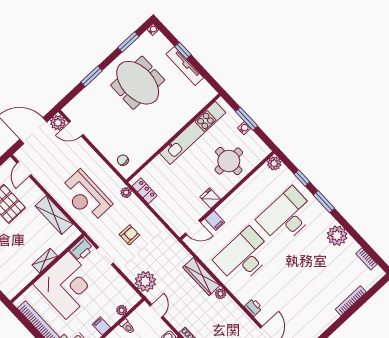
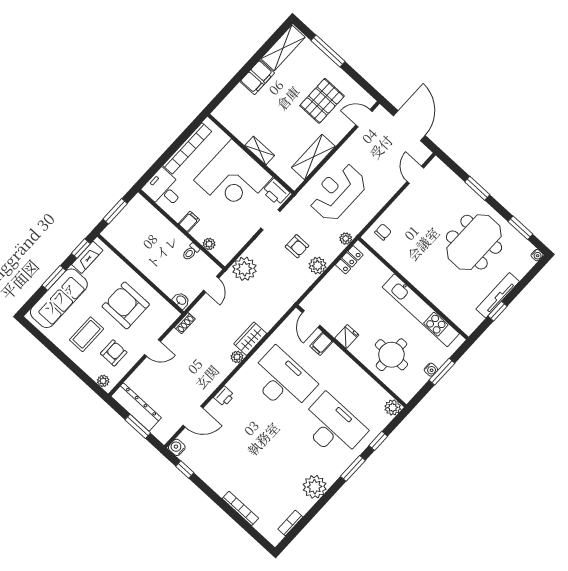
window: (183, 51) -> (498, 311), moved
plant: (58, 123) -> (317, 266), moved
wardrobe: (201, 276) -> (250, 339), width x0.67
door: (156, 311) -> (211, 284), hinge flipped

